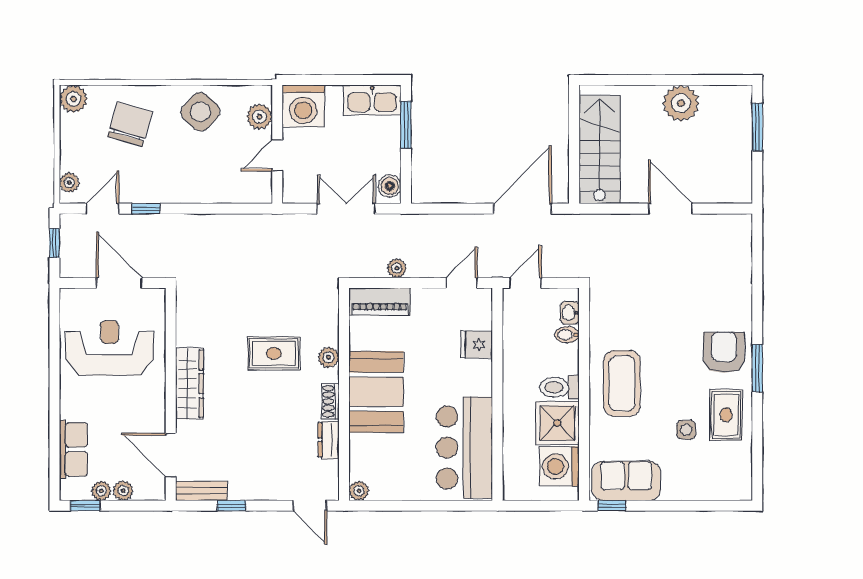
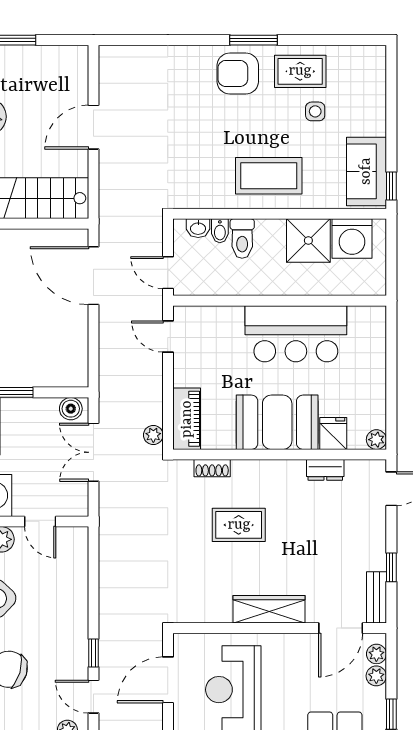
plant: (397, 268) -> (153, 435), moved
fridge: (476, 344) -> (333, 433), moved, turned 180
rug: (274, 353) -> (239, 525), turned 90
plant: (329, 357) -> (243, 470), removed
toilet: (559, 387) -> (242, 239), moved
shoe rack: (330, 401) -> (212, 468), moved
bar counter: (464, 448) -> (296, 334), moved
plant: (101, 491) -> (376, 654), moved

